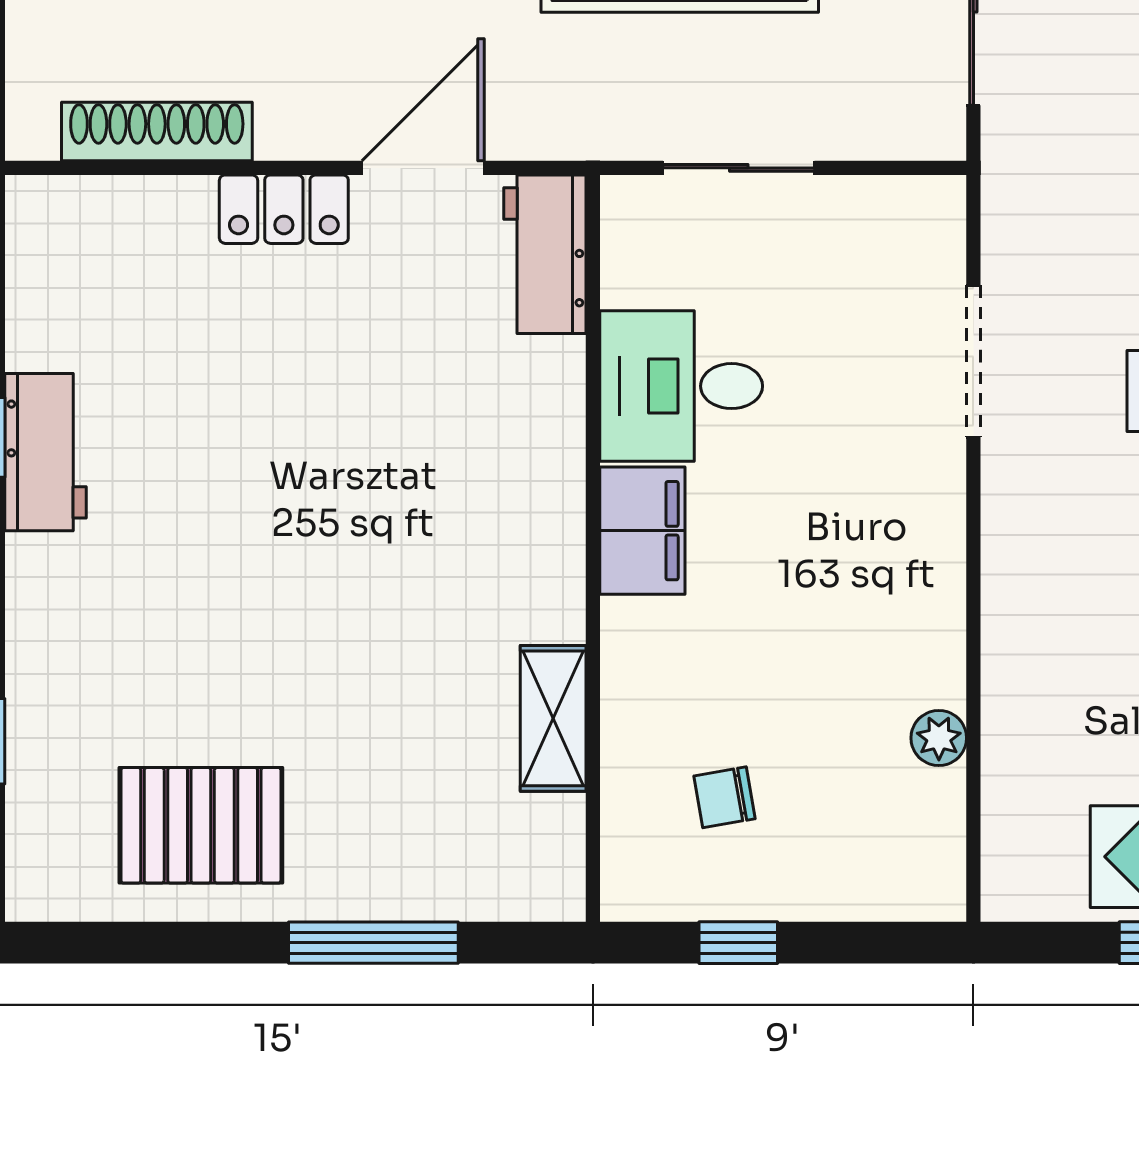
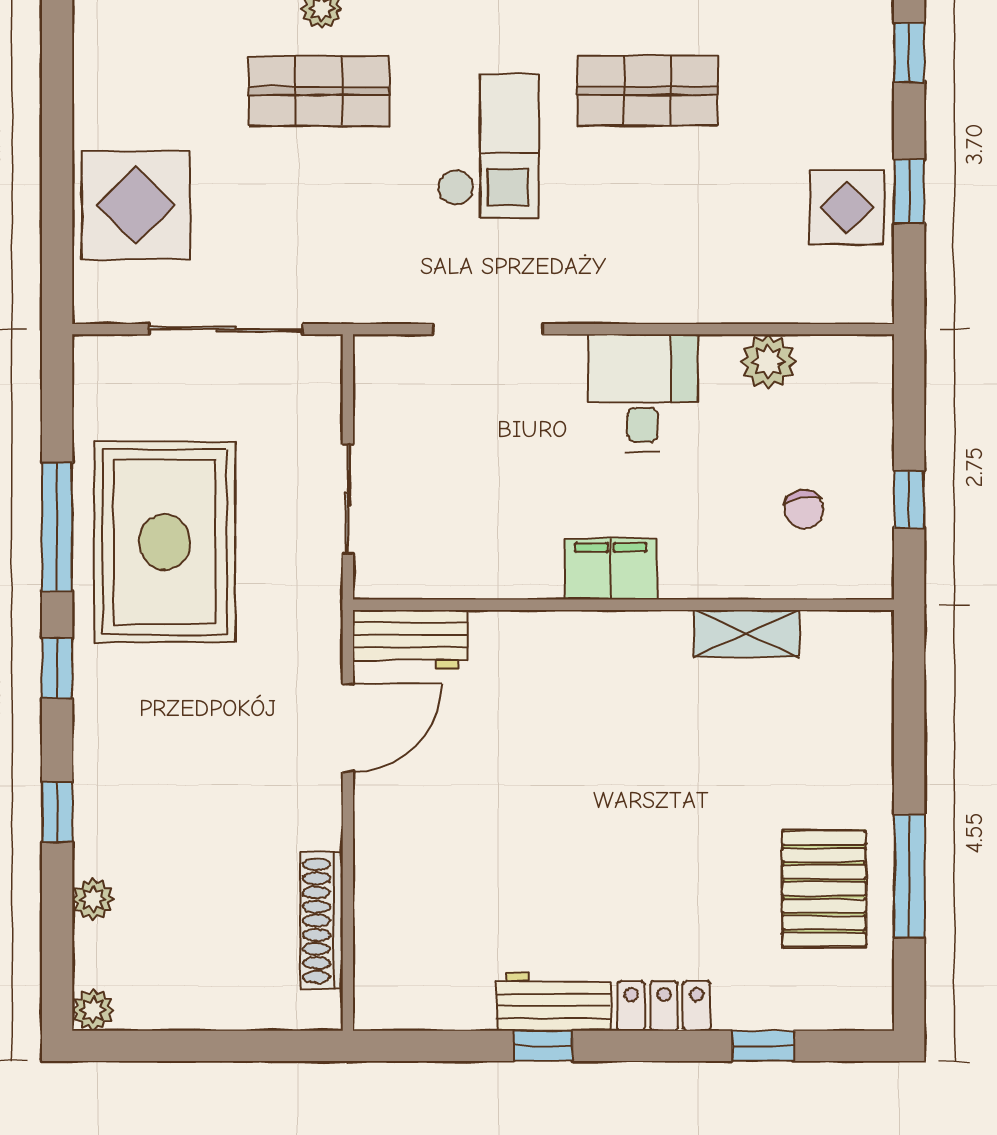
door: (423, 168) -> (348, 728), swing flipped
locker: (284, 209) -> (664, 1006), moved, turned -90
desk: (681, 386) -> (643, 393), moved, turned 180
plant: (939, 738) -> (768, 362), width x1.38, depth x1.38
window: (373, 943) -> (909, 876), moved

